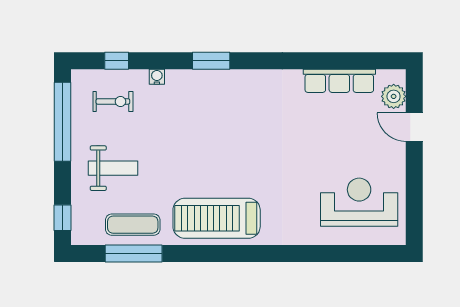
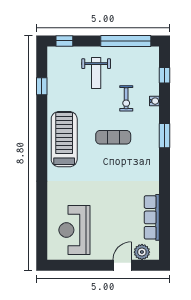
exercise bike: (113, 101) -> (126, 98), moved
reception desk: (359, 202) -> (74, 230), turned 180
exercise mat: (133, 225) -> (113, 137), moved, turned 90
window: (134, 253) -> (42, 86), width x0.46

